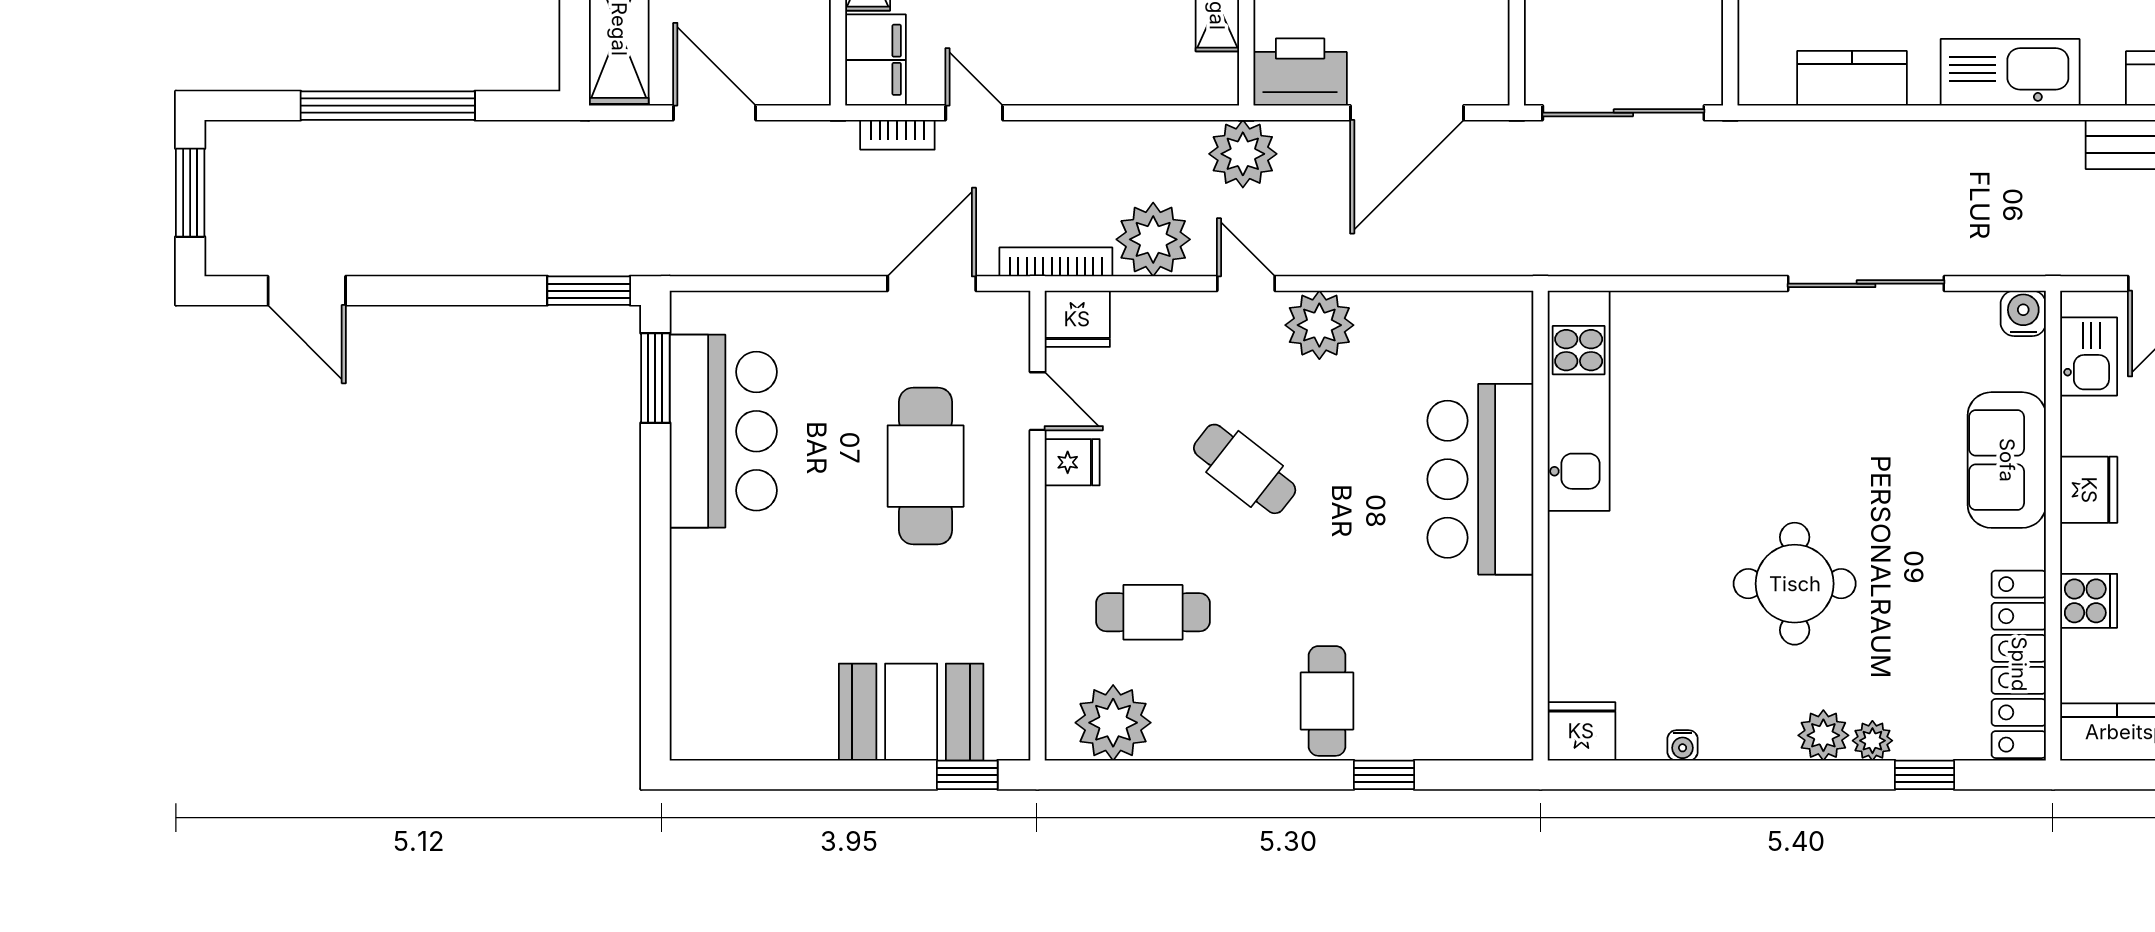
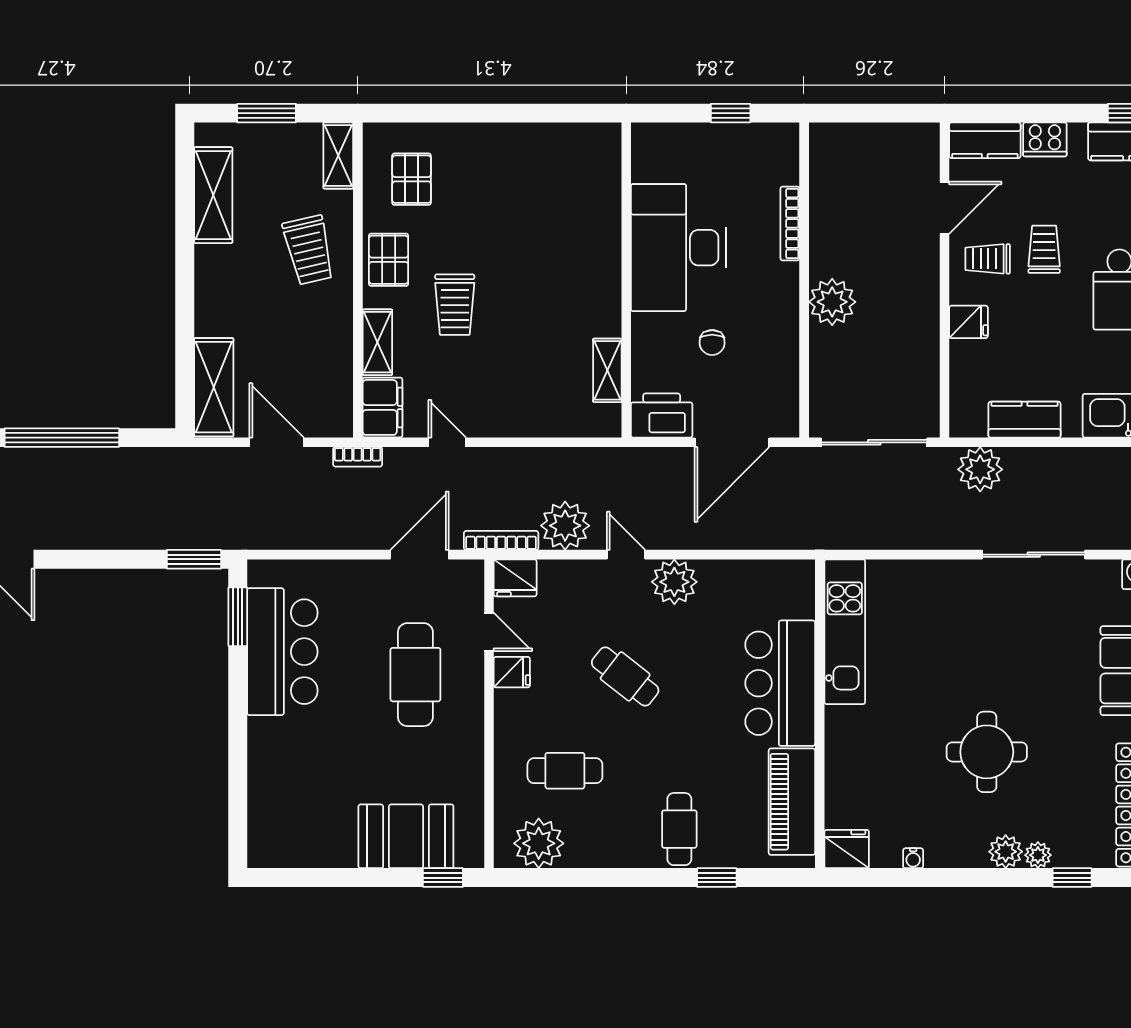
bookcase: (897, 135) -> (358, 457), moved
plant: (1243, 154) -> (980, 469), moved
piano: (1498, 659) -> (792, 802), added

